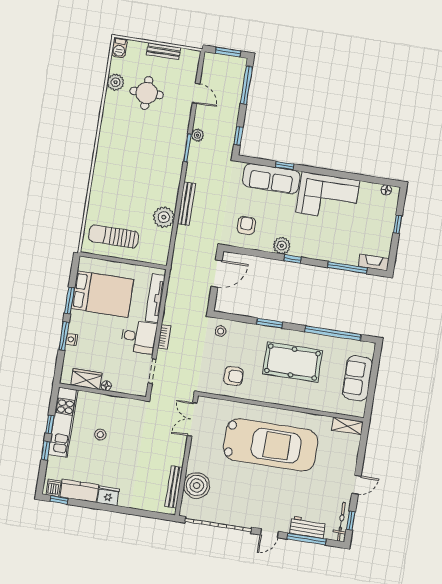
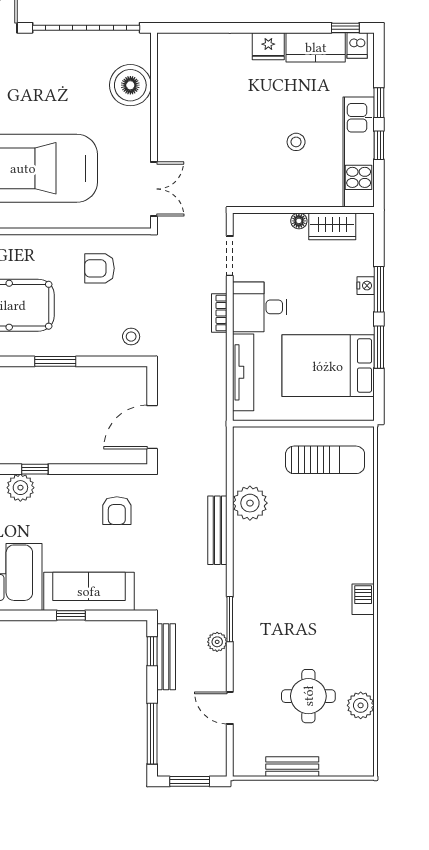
barbecue: (119, 48) -> (363, 599), moved
plant: (282, 246) -> (20, 488), moved
bench: (174, 487) -> (166, 657), moved

